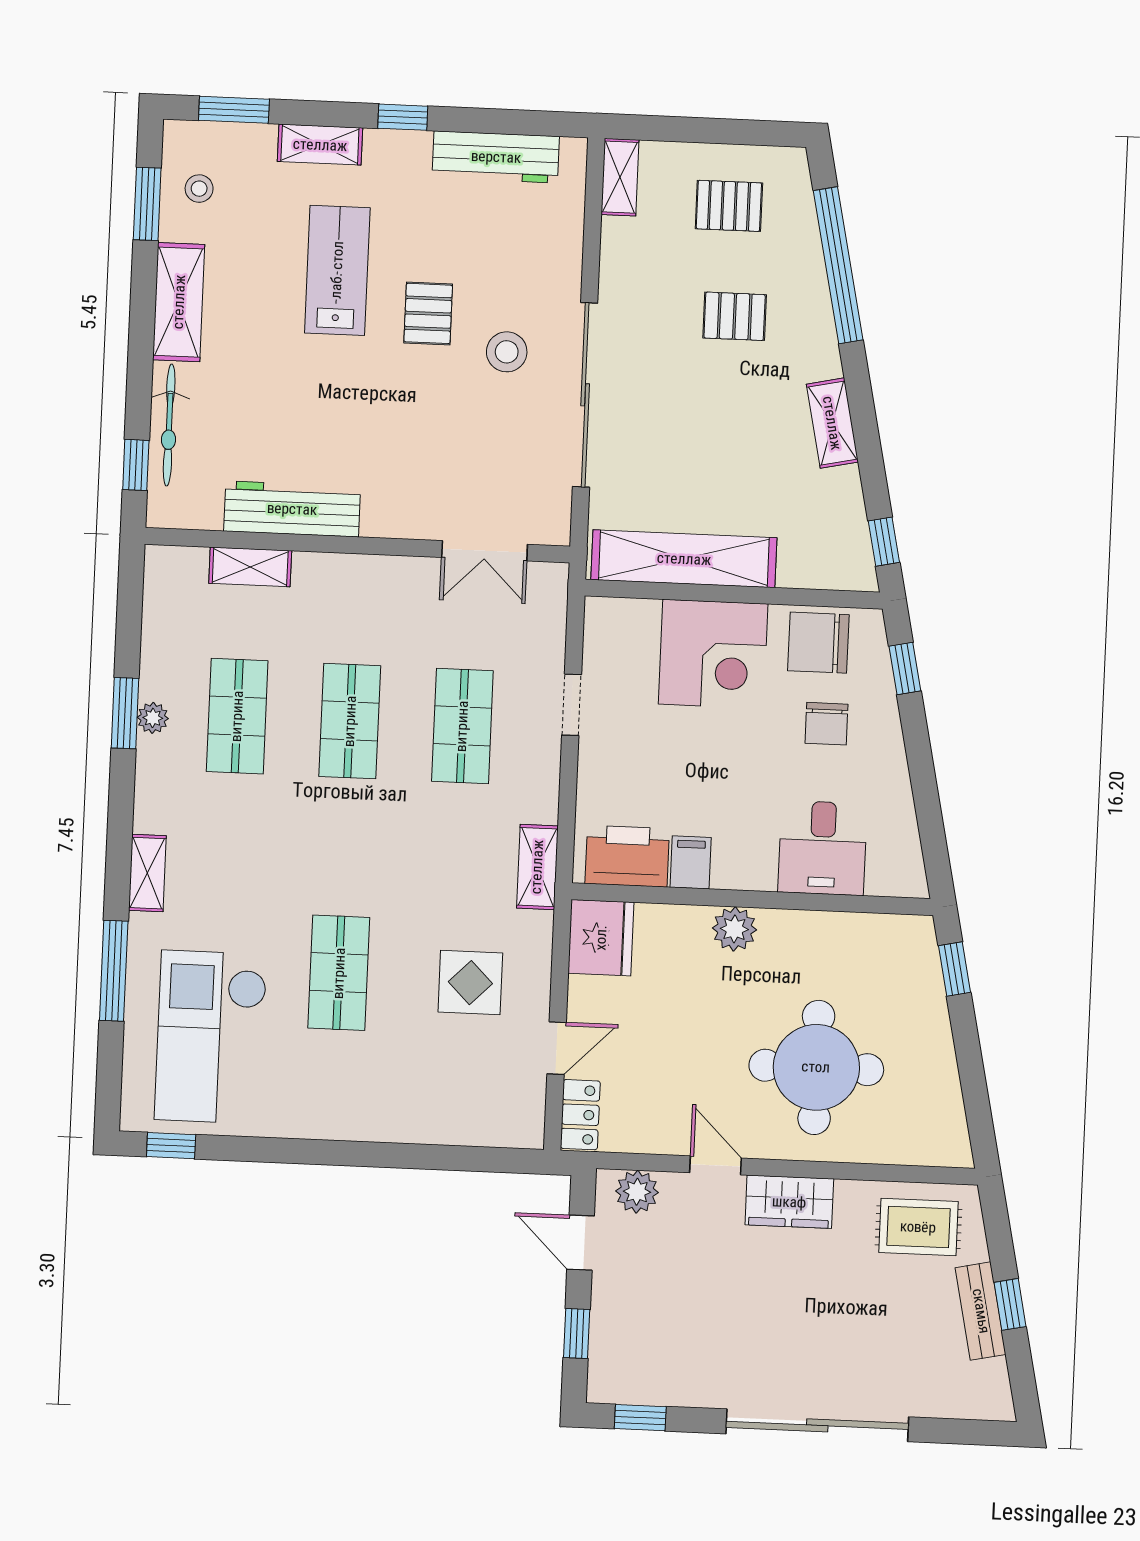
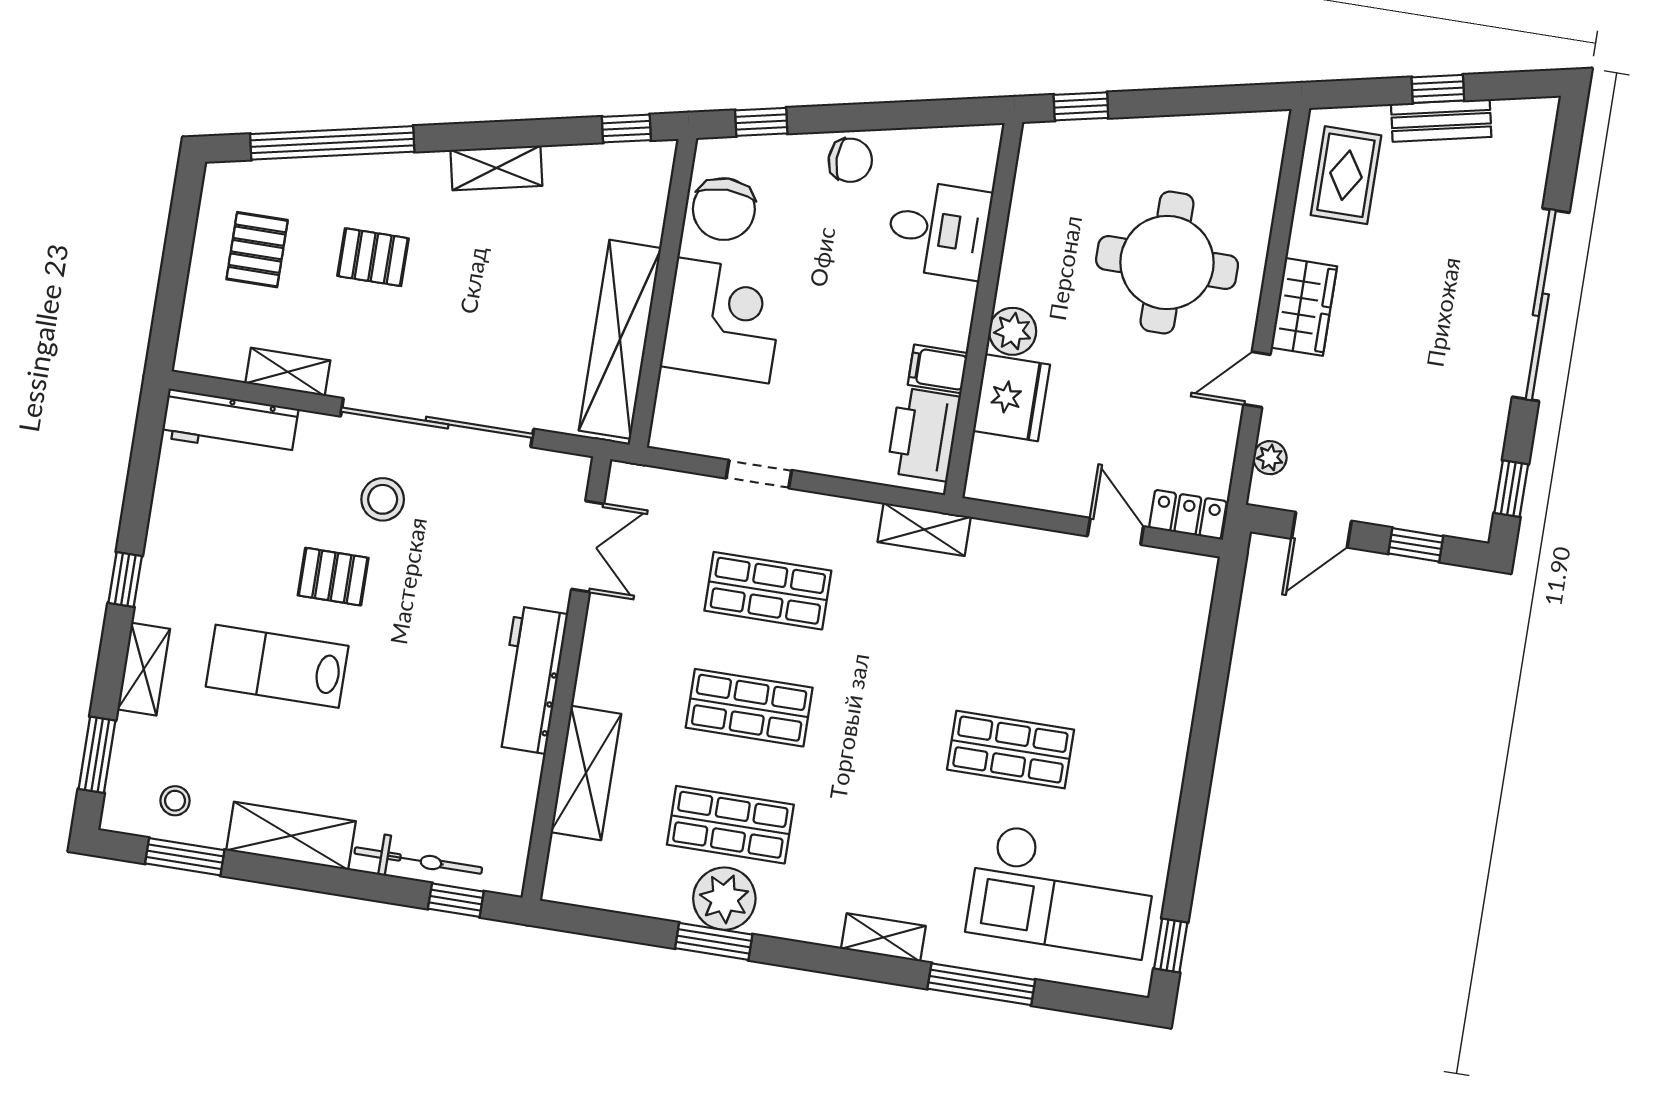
workbench: (496, 157) -> (230, 423), moved, turned 90
shelving: (620, 177) -> (288, 372), moved
pallet: (735, 316) -> (373, 257), turned 90
workbench: (292, 509) -> (531, 680), moved
shelving: (250, 567) -> (586, 773), width x1.50, depth x1.33
plant: (153, 718) -> (724, 899), width x1.87, depth x1.87
chair: (826, 724) -> (850, 160), moved
fridge: (601, 938) -> (1011, 398), moved, turned 90
display table: (470, 983) -> (1037, 613), removed
plant: (637, 1192) -> (1270, 458), width x0.73, depth x0.73

